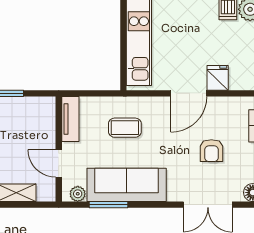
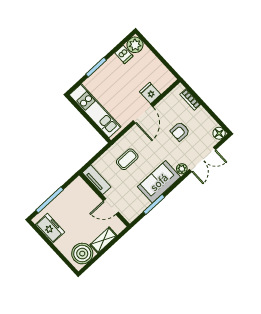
armchair: (211, 151) -> (180, 131), turned 90
sofa: (127, 185) -> (159, 182), width x0.73
plant: (78, 194) -> (182, 169), moved

